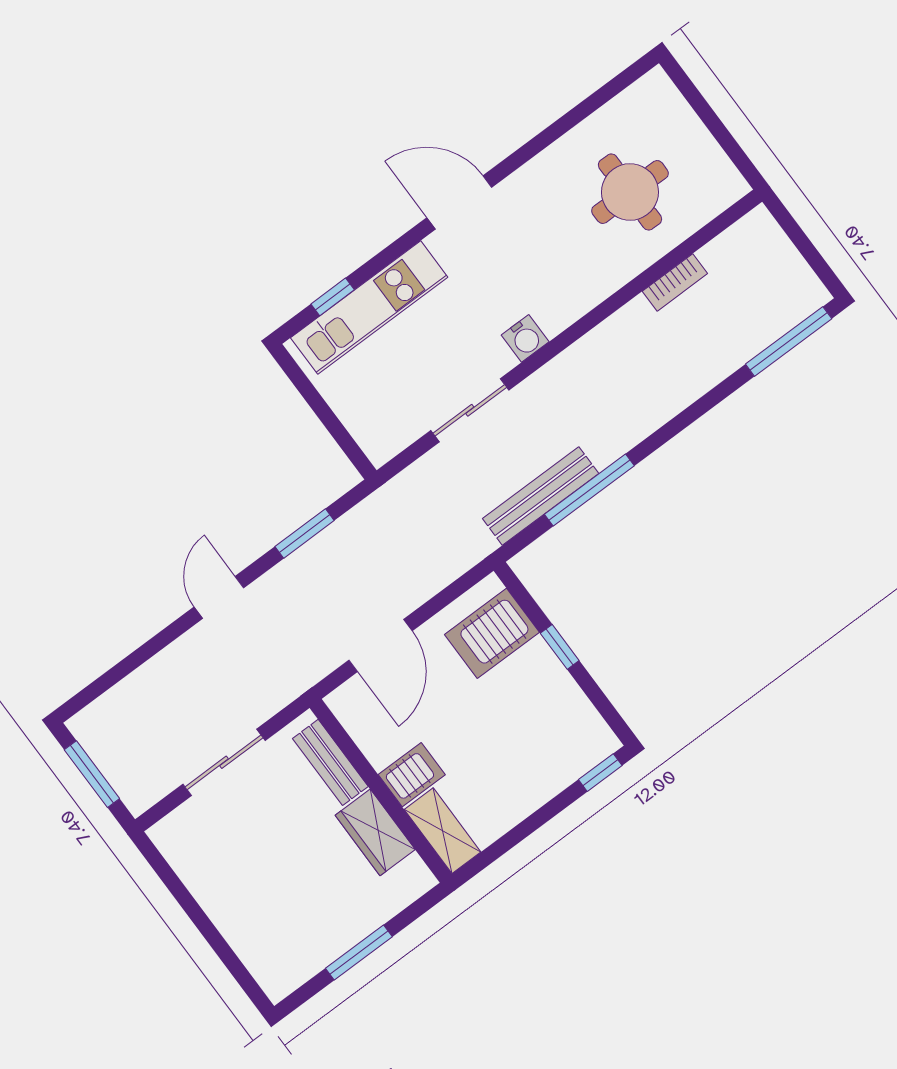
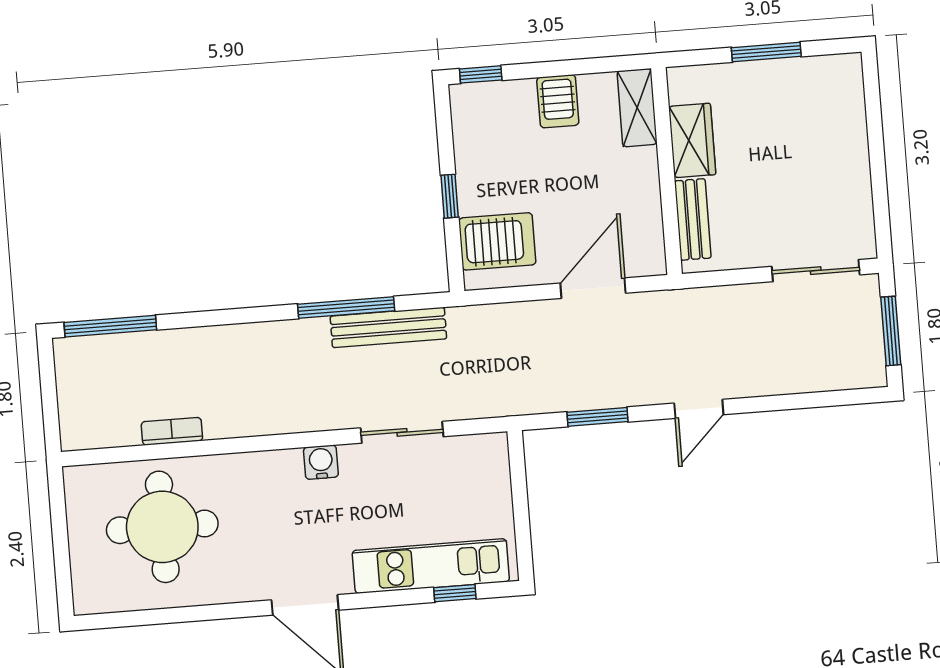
round table: (630, 192) -> (162, 527), width x1.36, depth x1.36
sliding door: (224, 762) -> (816, 271), moved
server rack: (412, 775) -> (558, 101), moved, turned -90

